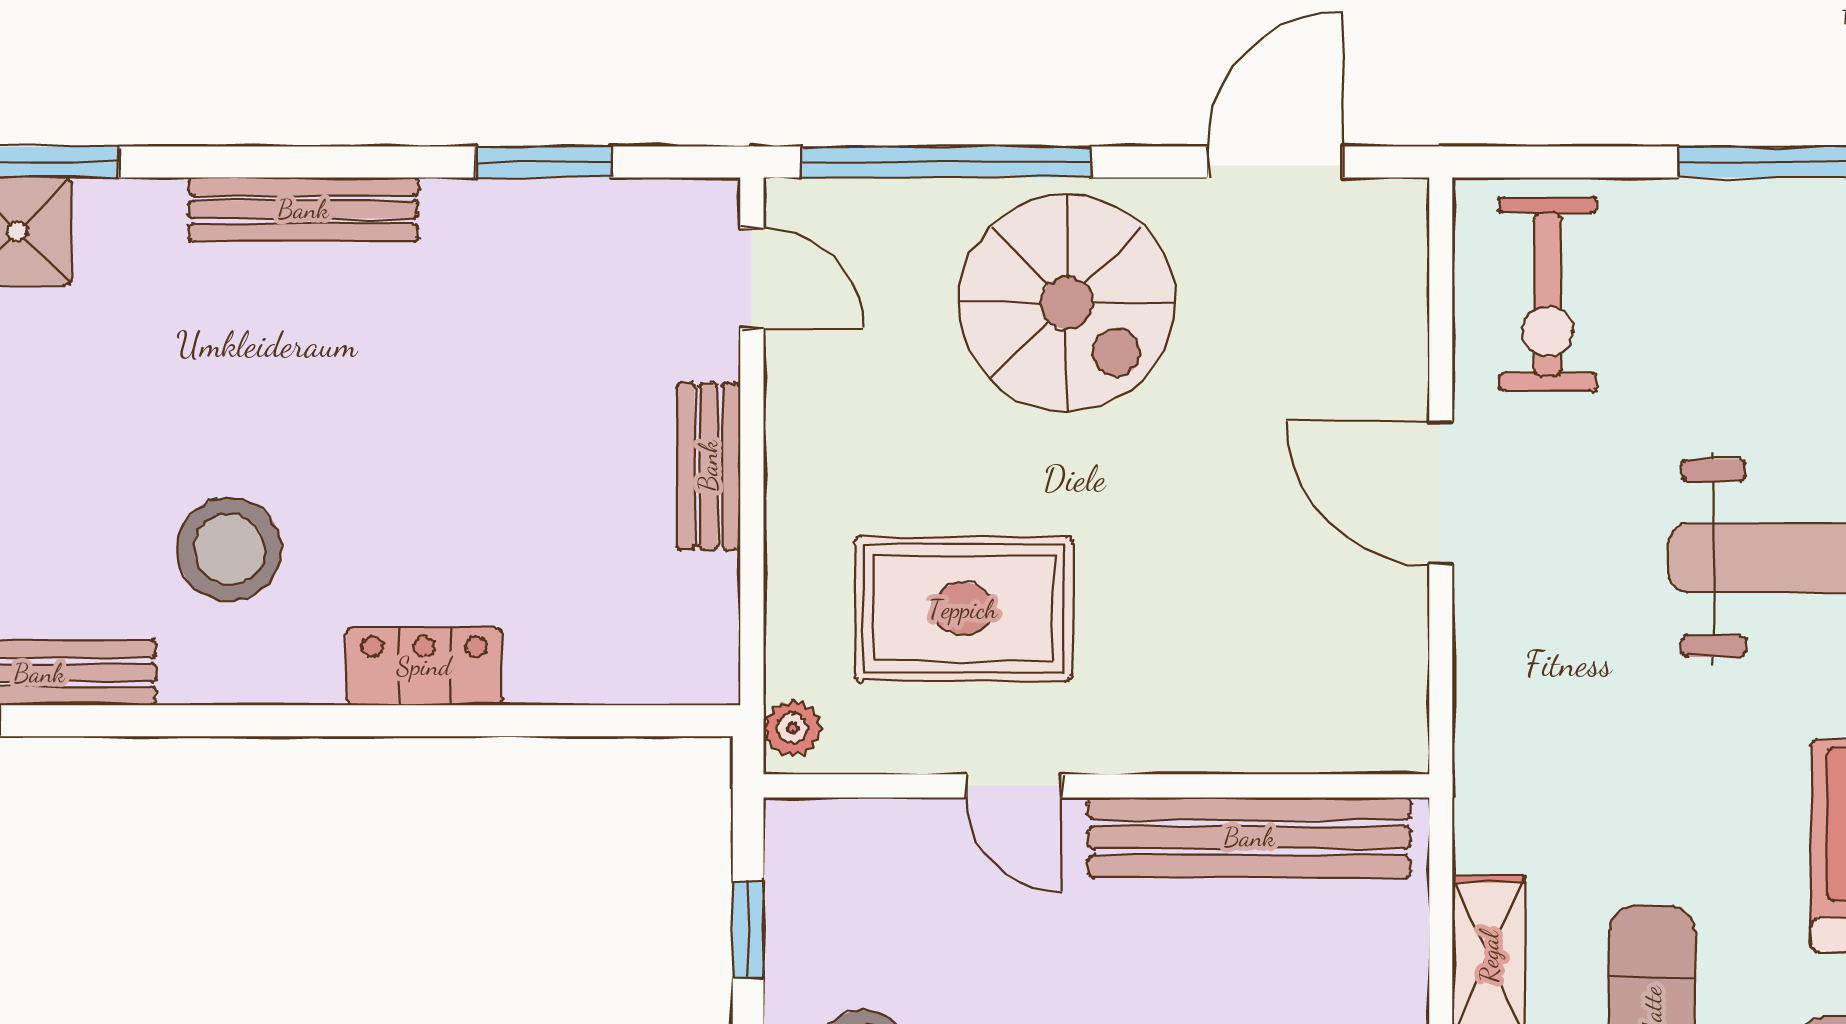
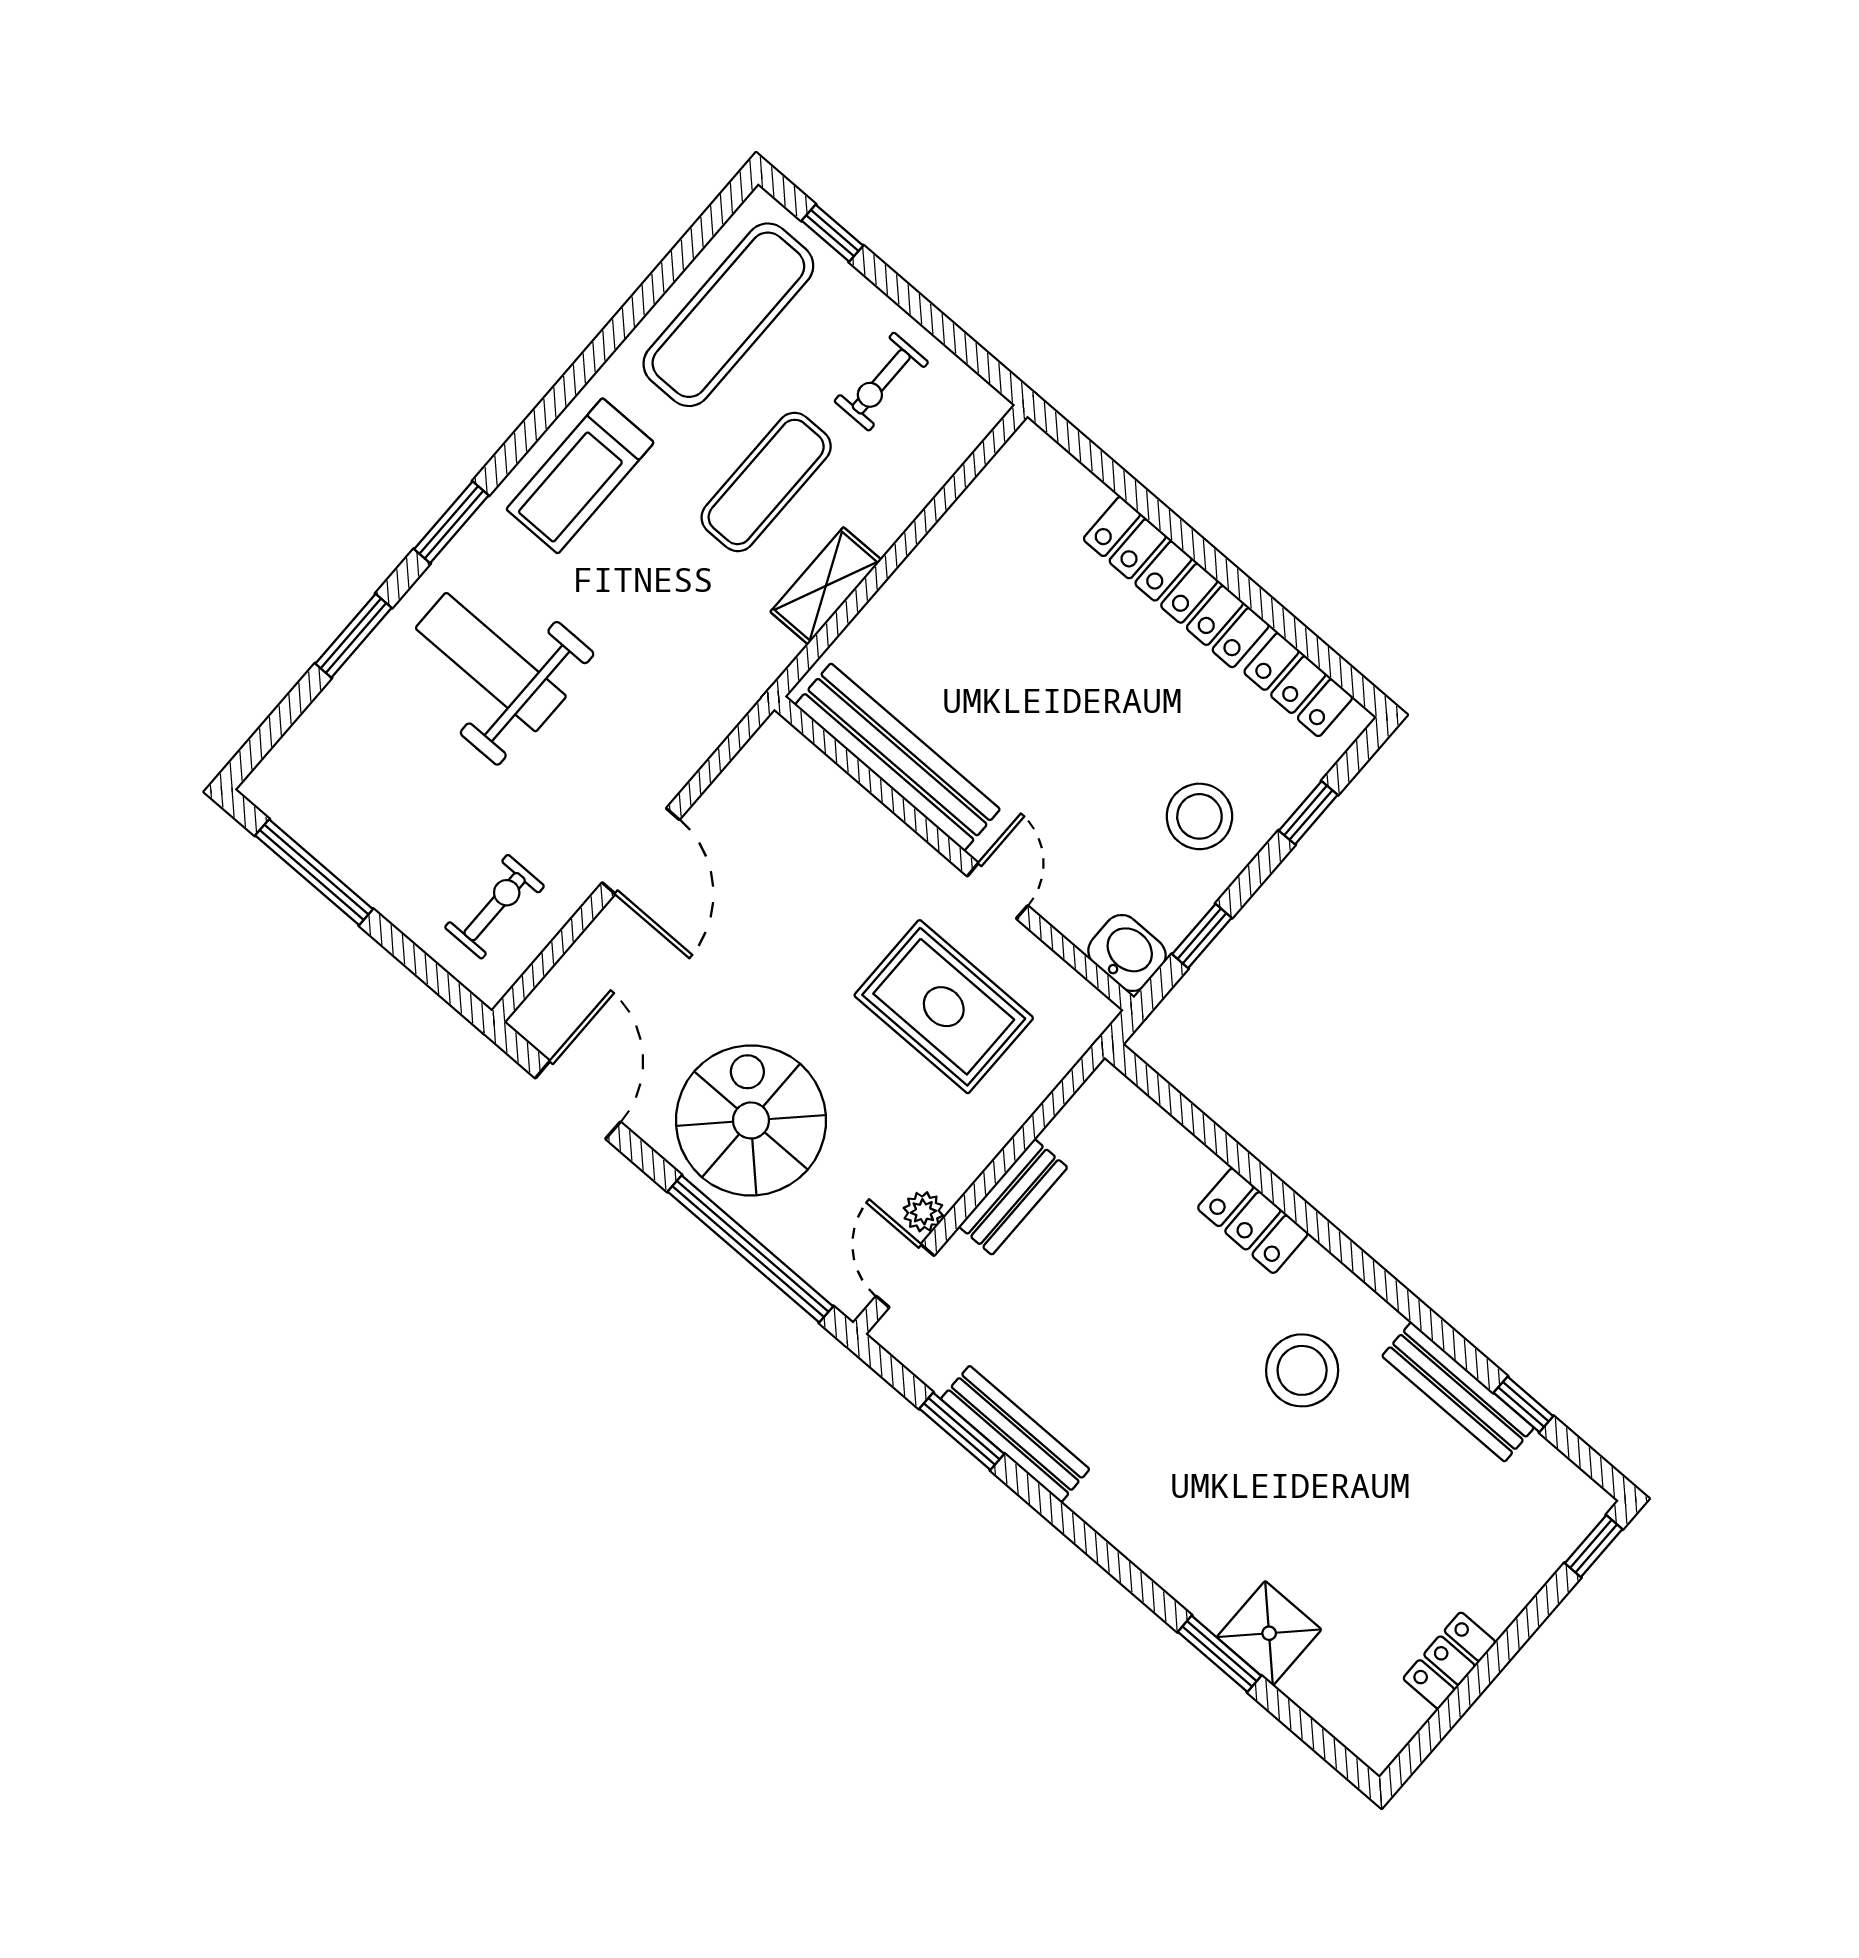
door: (1275, 162) -> (578, 1100), swing flipped
bench: (303, 209) -> (1015, 1434), moved
exercise bike: (1548, 295) -> (495, 907), width x0.73, depth x0.72
plant: (792, 728) -> (923, 1212), moved
washbasin: (814, 840) -> (1127, 953), added

